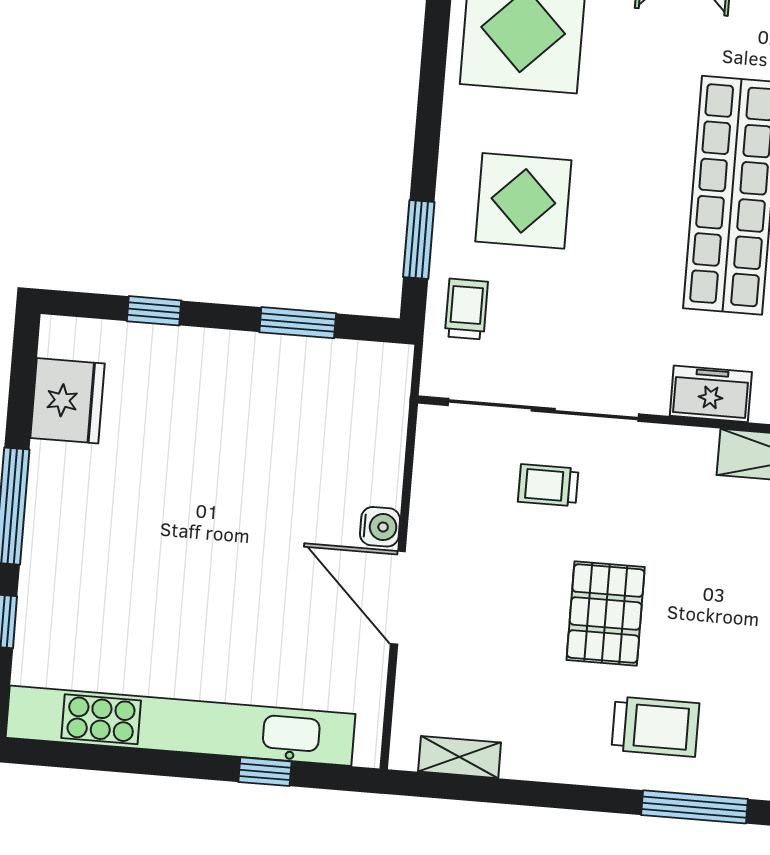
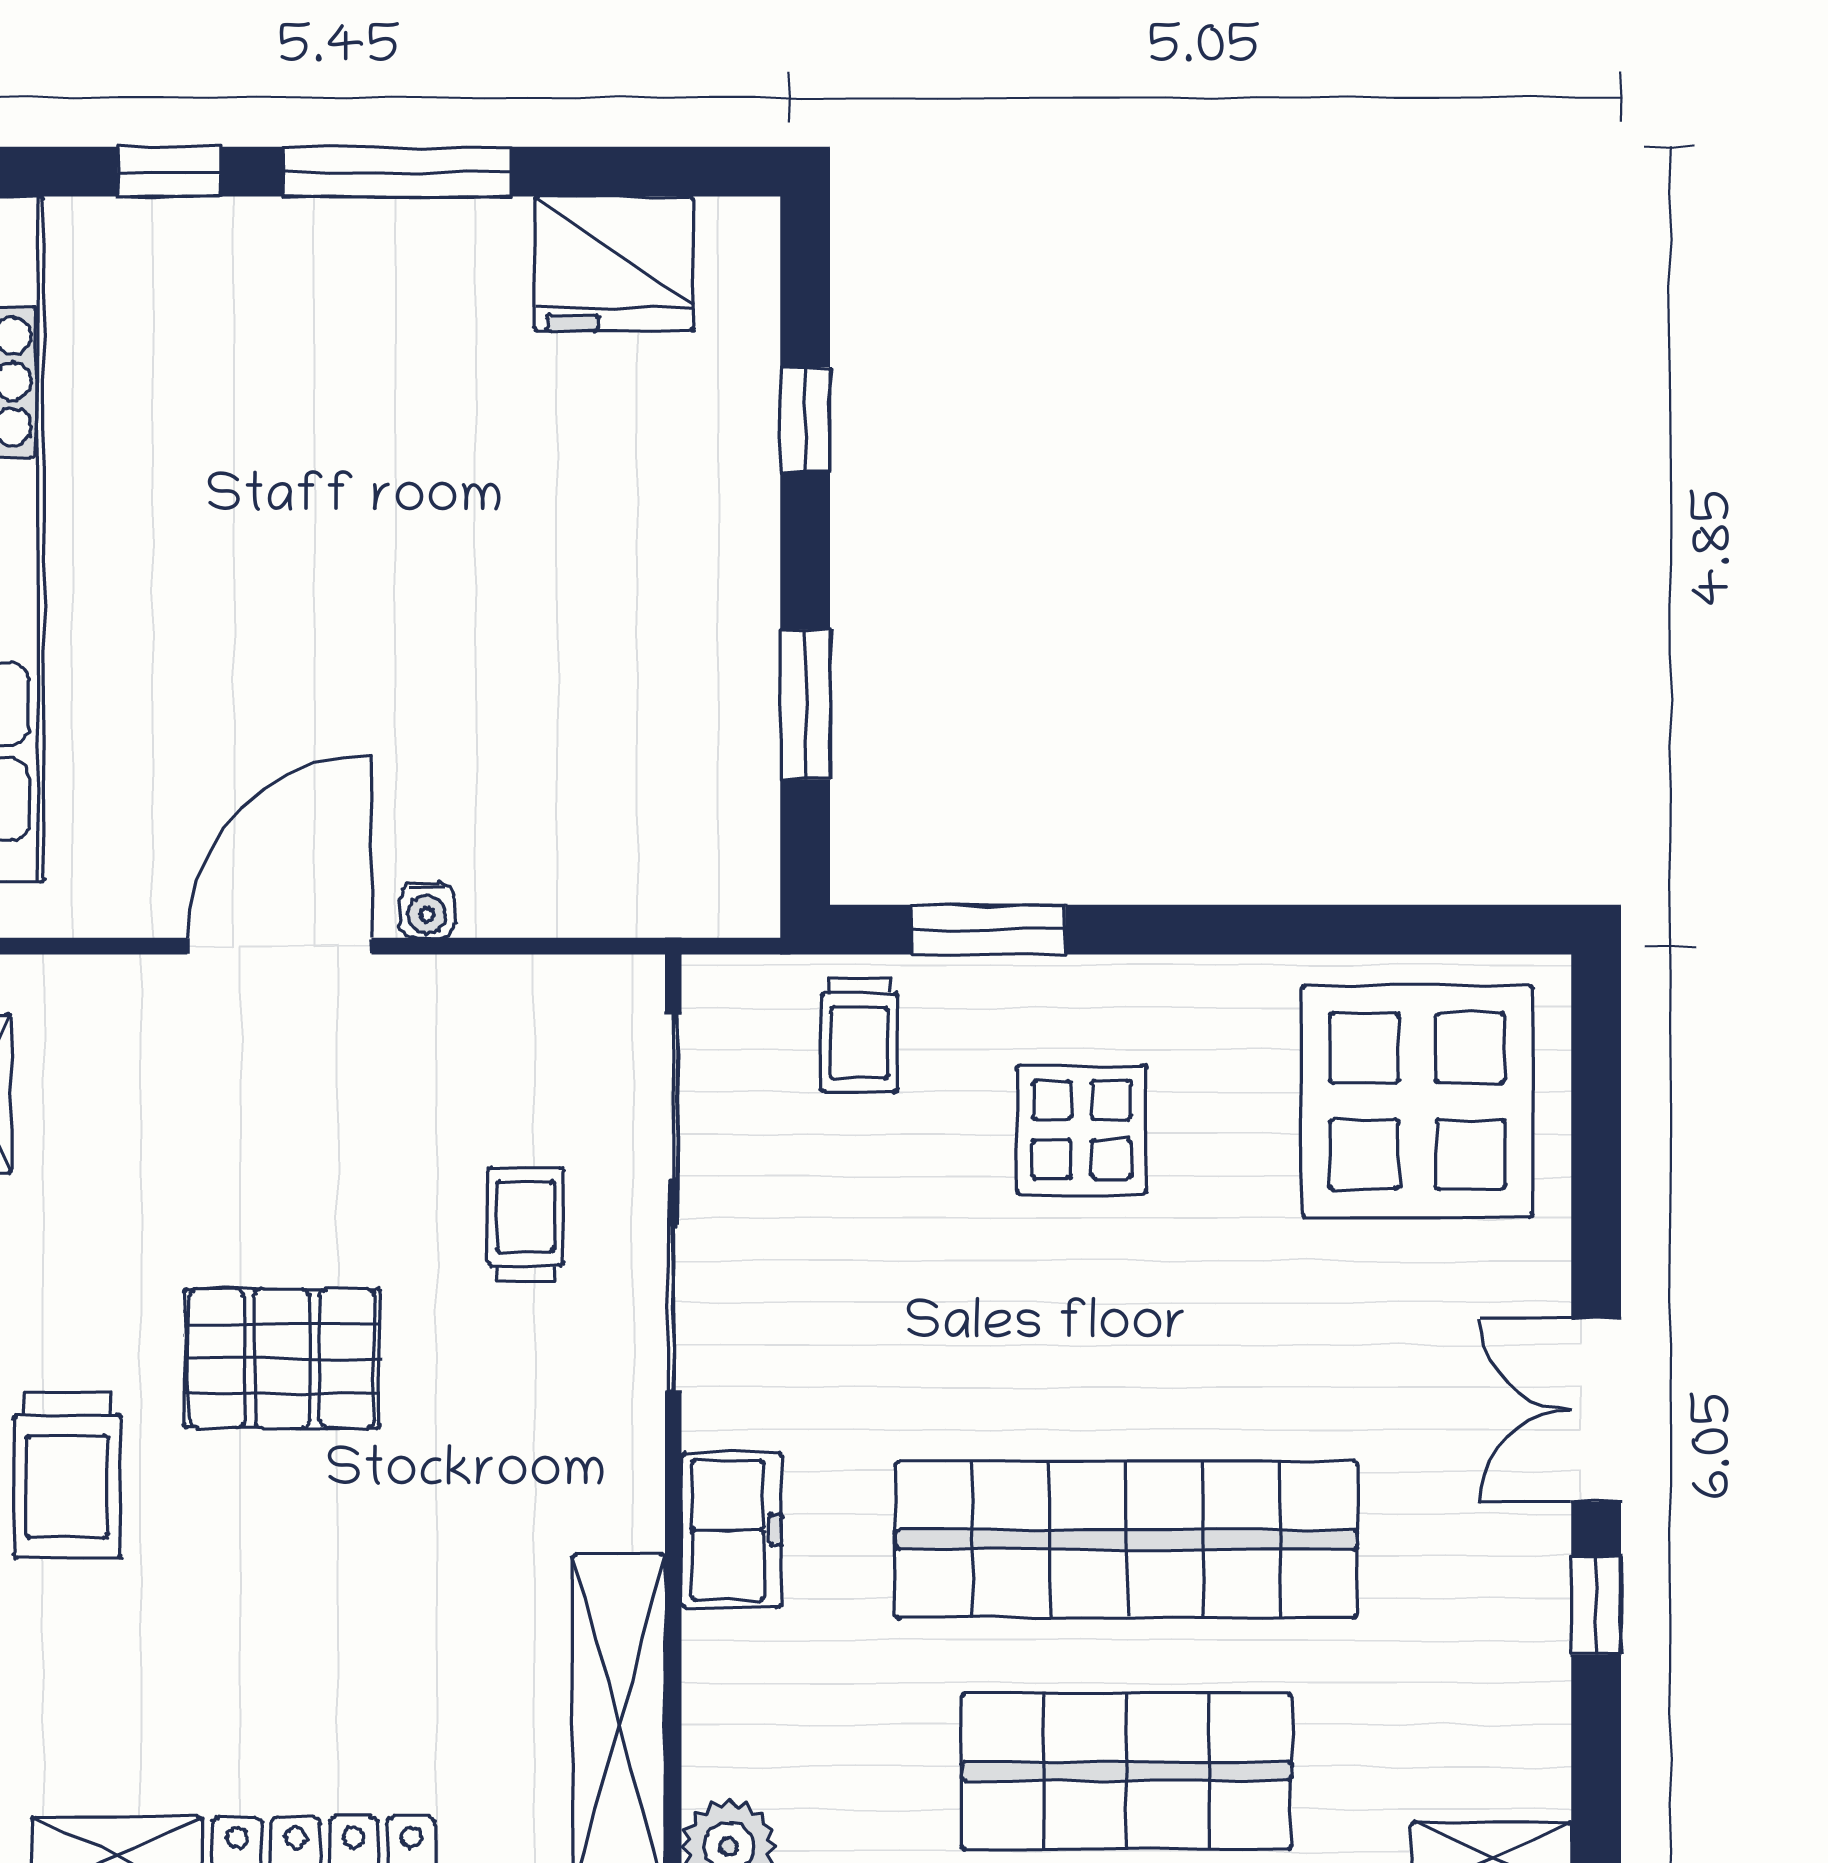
display table: (523, 201) -> (1082, 1130), width x0.73, depth x0.73
trolley: (466, 309) -> (859, 1035), turned 90
water cooler: (380, 527) -> (427, 910), width x0.72, depth x0.72

